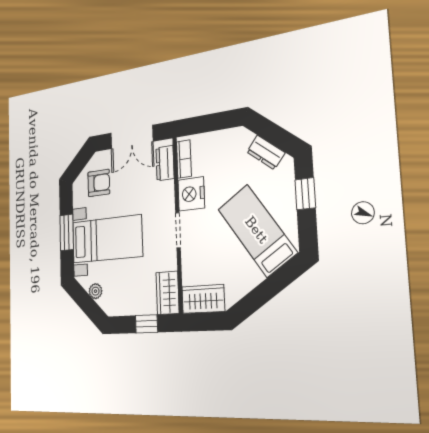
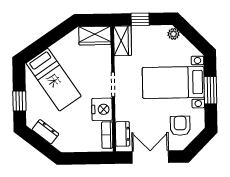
armchair: (99, 183) -> (180, 126), turned 90
plant: (95, 291) -> (173, 34), moved

